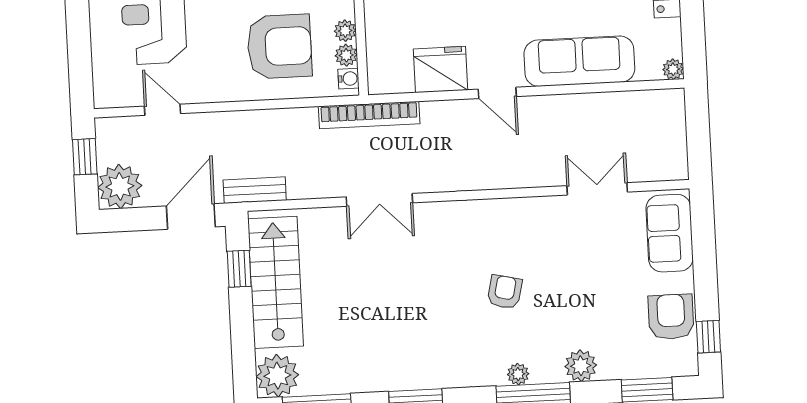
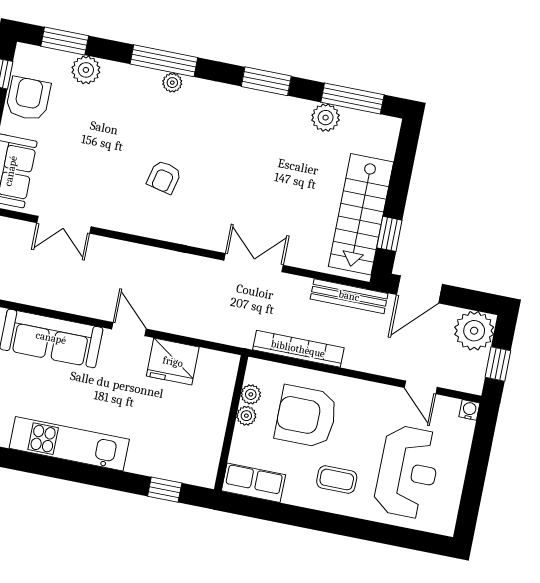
water cooler: (349, 79) -> (469, 410), moved, turned 90
bookcase: (369, 115) -> (298, 349), moved
bench: (255, 190) -> (349, 296), width x1.36
armchair: (505, 292) -> (164, 177), moved
armchair: (671, 317) -> (28, 99), turned 180
plant: (581, 366) -> (86, 70), moved
plant: (277, 376) -> (326, 118), moved, width x0.73, depth x0.73

